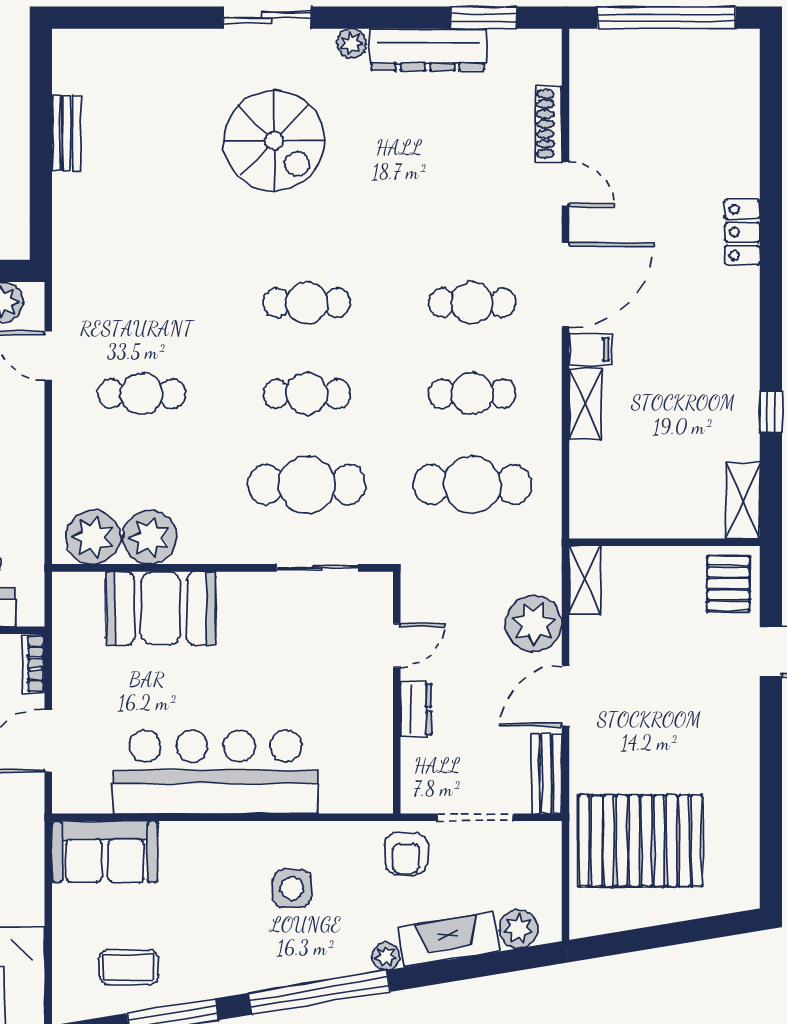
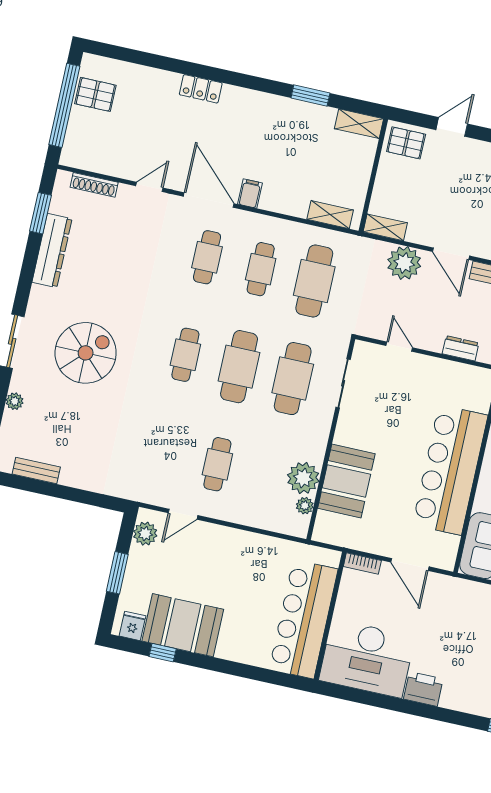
plant: (352, 43) -> (15, 401), moved
pallet: (695, 64) -> (95, 94), added
shoe rack: (549, 124) -> (94, 185), moved
bench: (66, 133) -> (36, 470), moved
cafe table: (307, 394) -> (239, 367), width x1.37, depth x1.35
shelving: (585, 404) -> (330, 215), moved
window: (771, 412) -> (310, 96), width x1.50
plant: (93, 537) -> (305, 506), width x0.53, depth x0.53
dresser: (416, 709) -> (461, 348), moved

